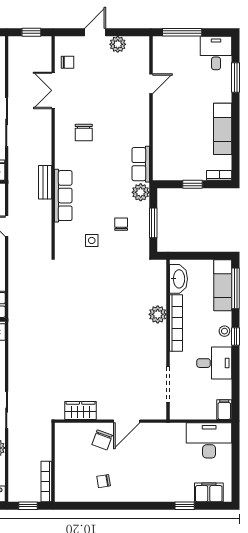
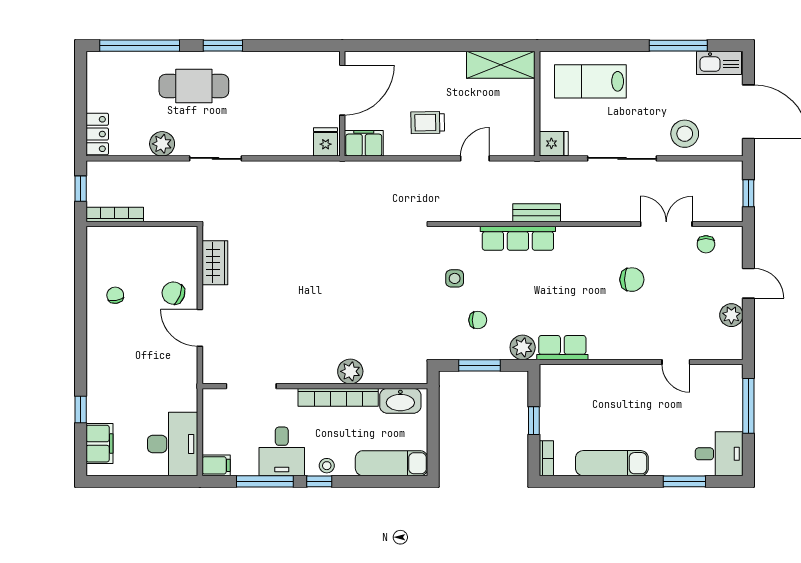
chair: (84, 132) -> (632, 280), moved, turned 180
window: (236, 288) -> (265, 481), moved

